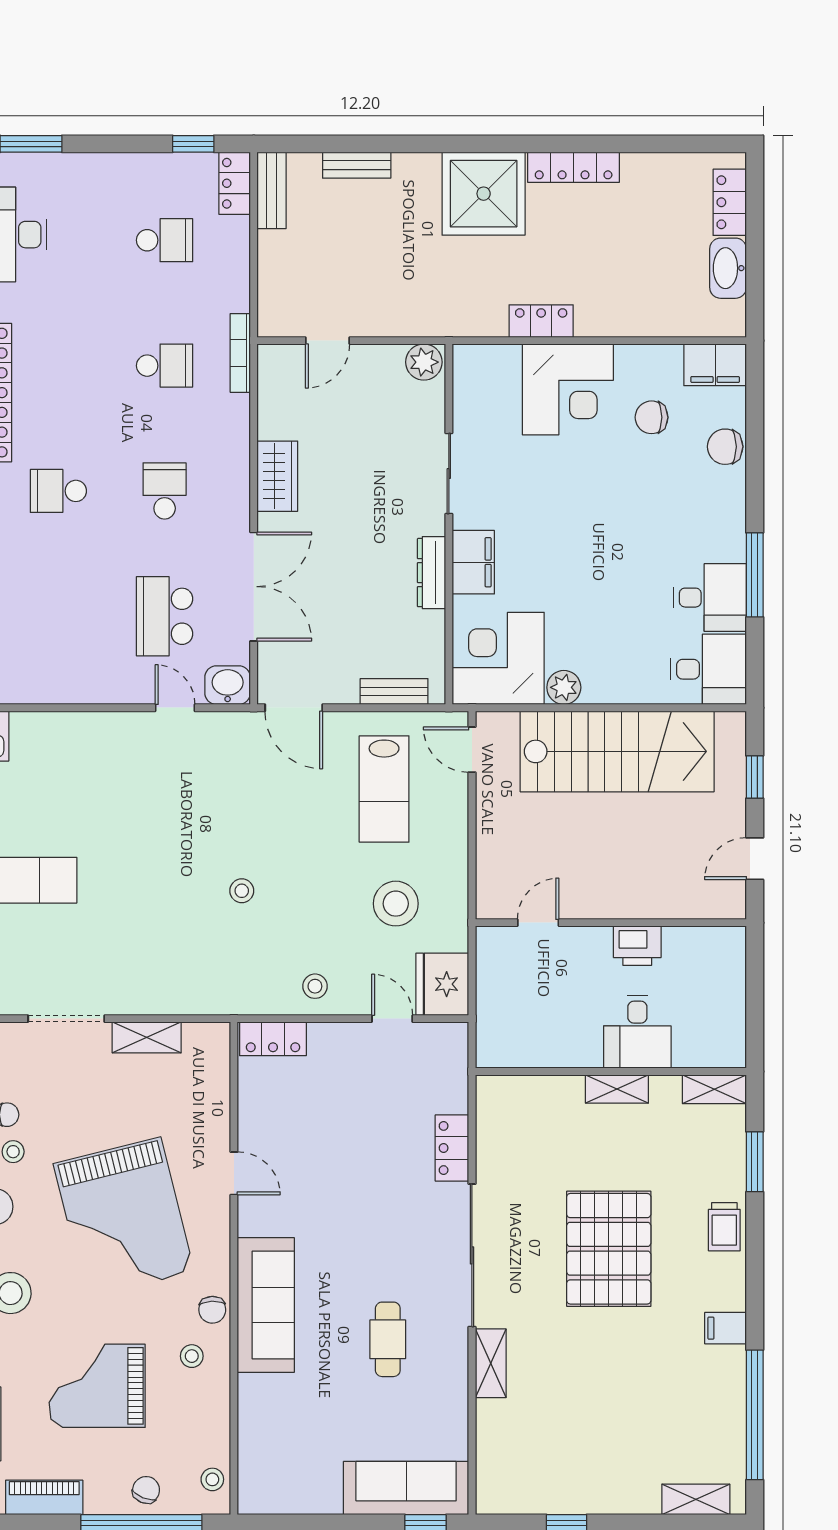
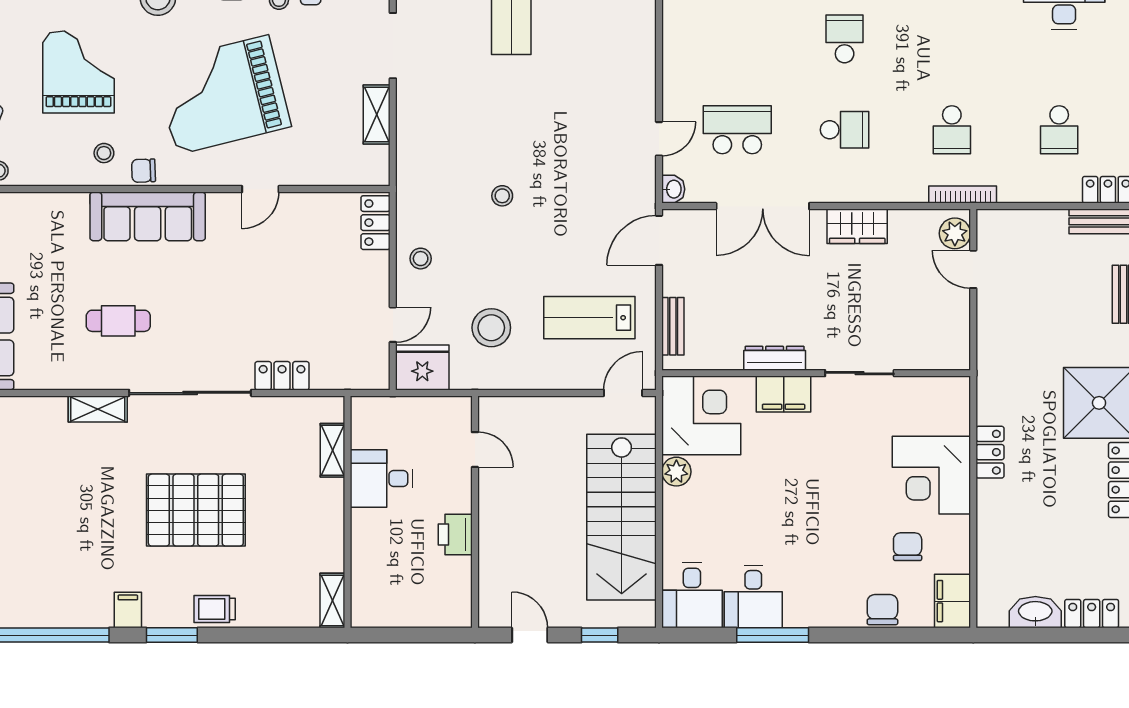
plant: (424, 362) -> (955, 233), moved
washbasin: (228, 685) -> (673, 189), width x0.72, depth x0.69
desk: (637, 1032) -> (382, 478), moved
shelving: (617, 1089) -> (333, 450), moved
window: (755, 1162) -> (172, 635), moved

